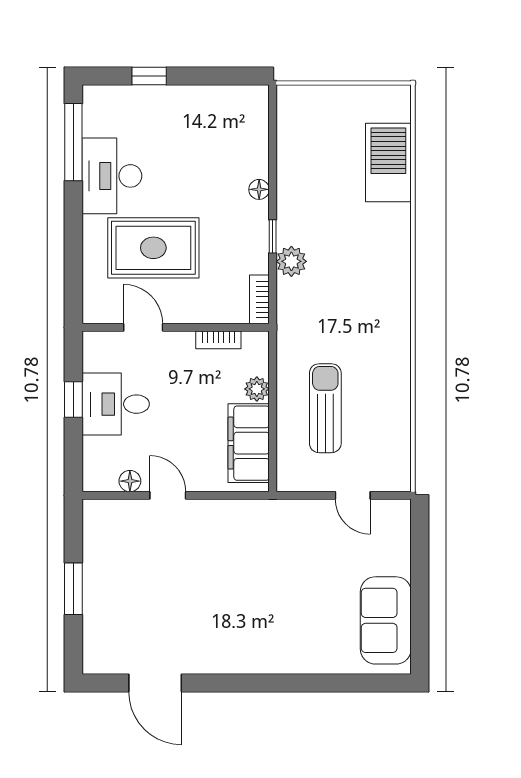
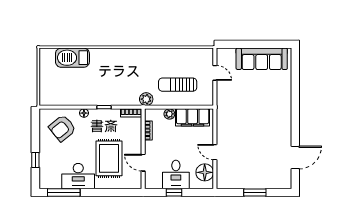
armchair: (224, 139) -> (62, 128), added
plant: (291, 261) -> (146, 99), moved
door: (143, 327) -> (143, 163), hinge flipped
floor lamp: (130, 481) -> (205, 172), width x1.89, depth x1.89
door: (168, 495) -> (215, 152), hinge flipped
door: (353, 495) -> (215, 73), hinge flipped
sofa: (386, 620) -> (262, 59), width x1.36

